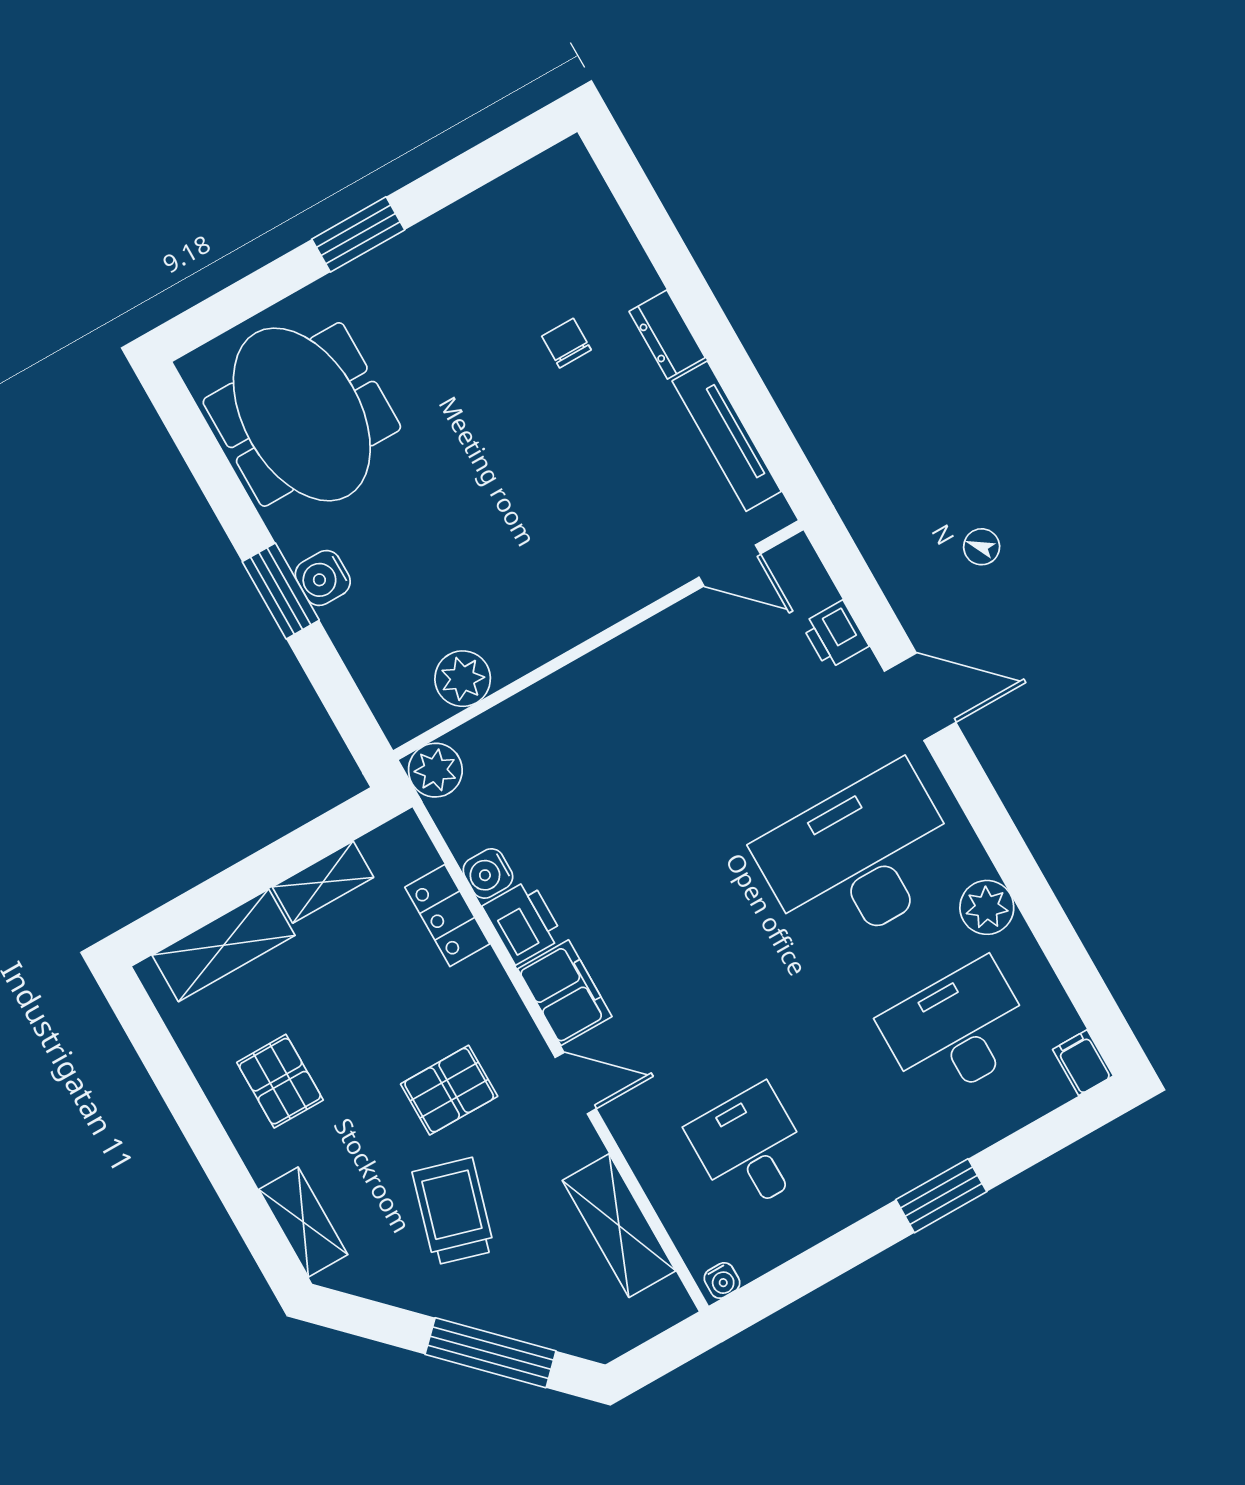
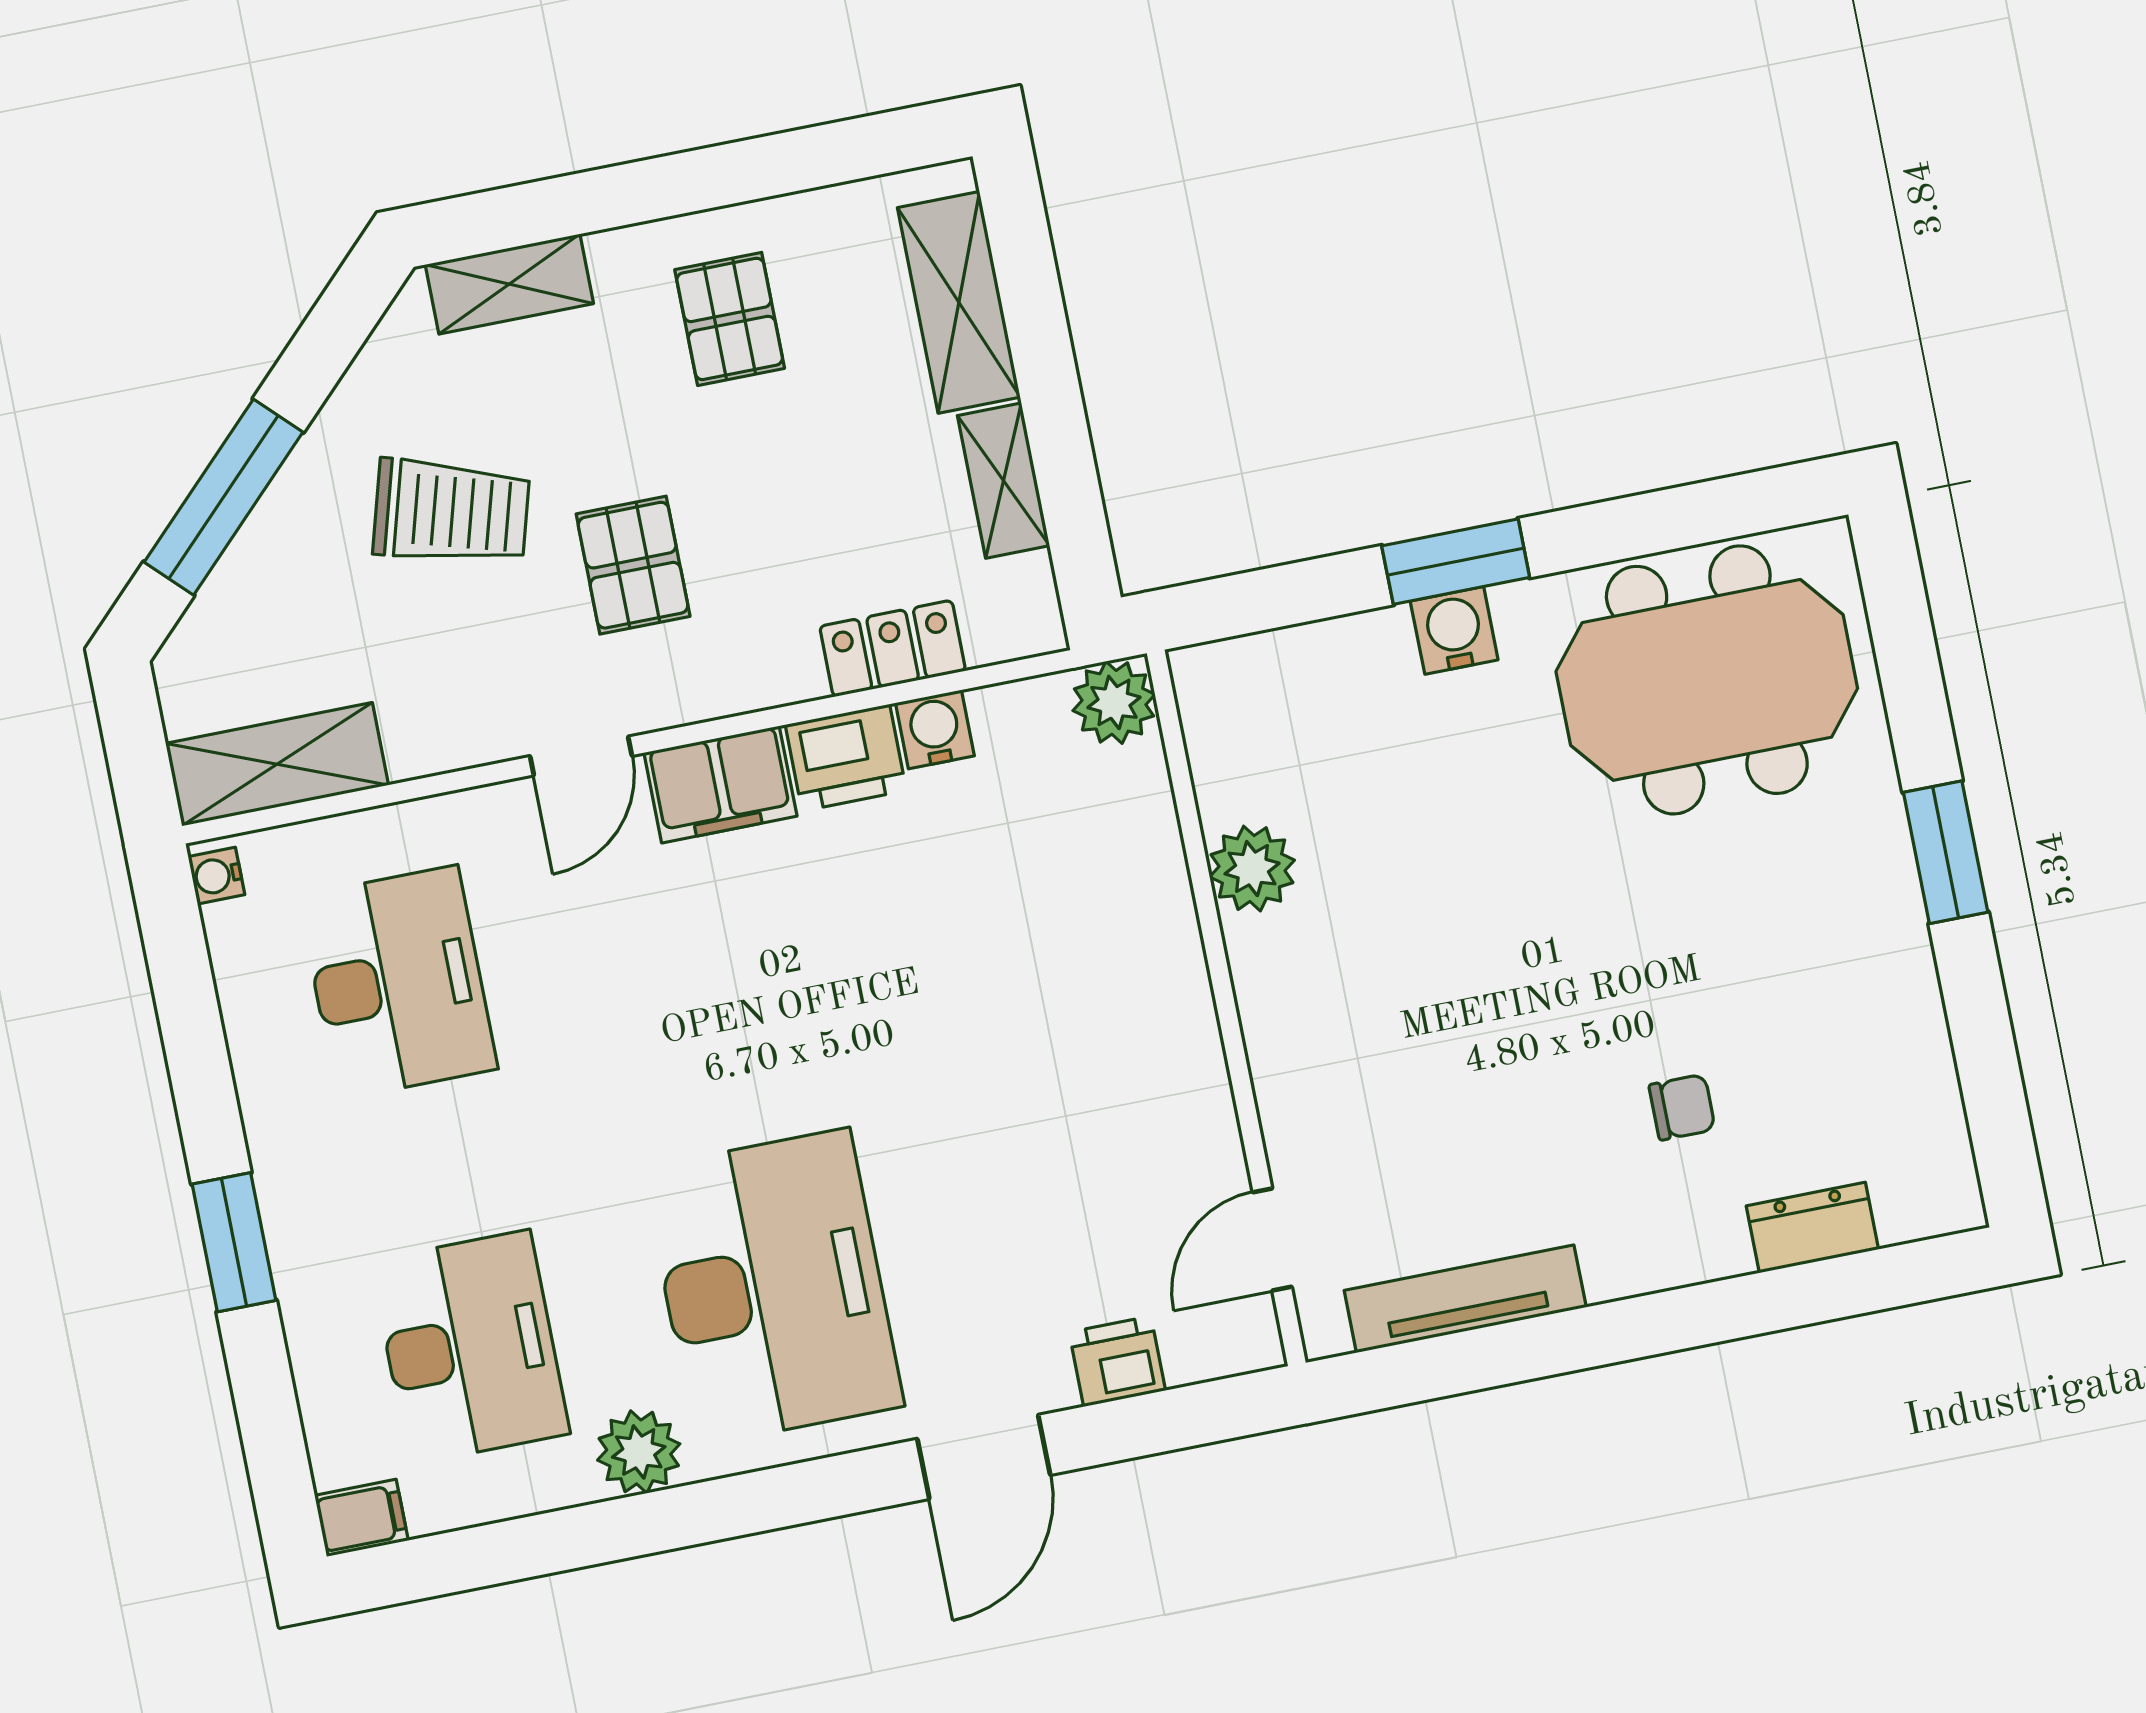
dresser: (667, 335) -> (1812, 1228), moved
plant: (463, 679) -> (1252, 869), moved
pallet: (280, 1081) -> (730, 319), turned 90
desk: (750, 1149) -> (398, 983), width x1.37
shelving: (619, 1226) -> (277, 764), moved

